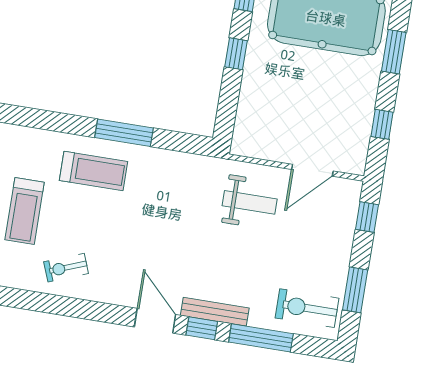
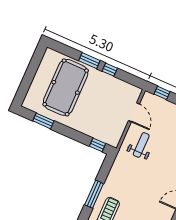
window: (236, 54) -> (97, 145), moved
window: (382, 124) -> (110, 70), moved

